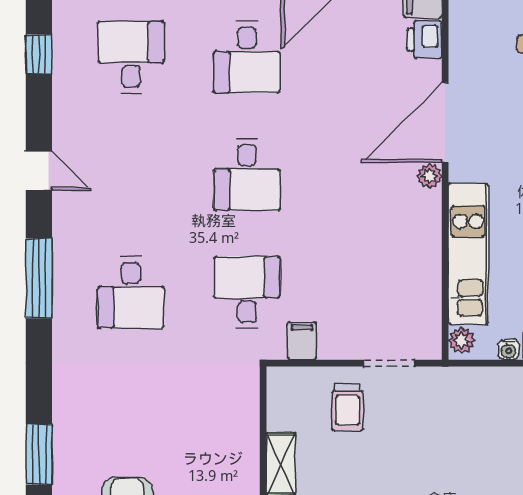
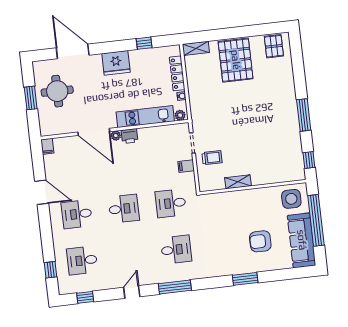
printer: (425, 40) -> (130, 136), moved
desk: (247, 57) -> (77, 214), turned 180
filing cabinet: (302, 341) -> (186, 166), moved

